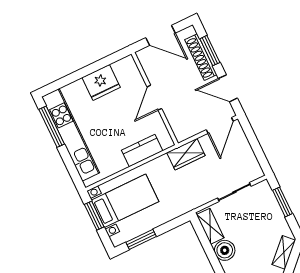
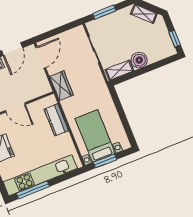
door: (220, 125) -> (41, 58), hinge flipped
window: (141, 239) -> (126, 125), removed

